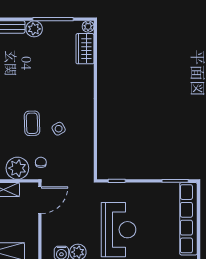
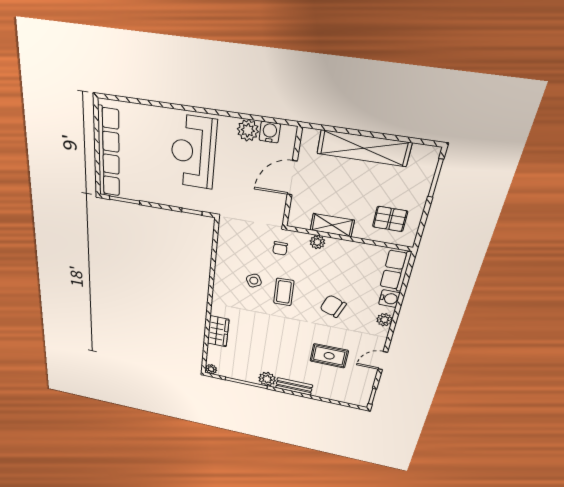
wardrobe: (85, 49) -> (218, 331), moved
plant: (17, 168) -> (317, 242), width x0.53, depth x0.53
door: (40, 200) -> (292, 178), moved

